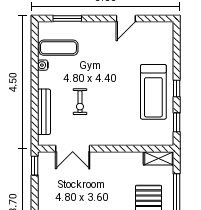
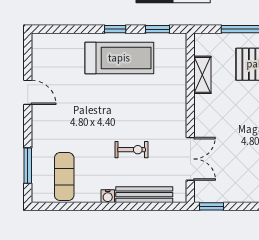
water cooler: (43, 65) -> (108, 196), moved
shelving: (159, 158) -> (202, 75), moved

